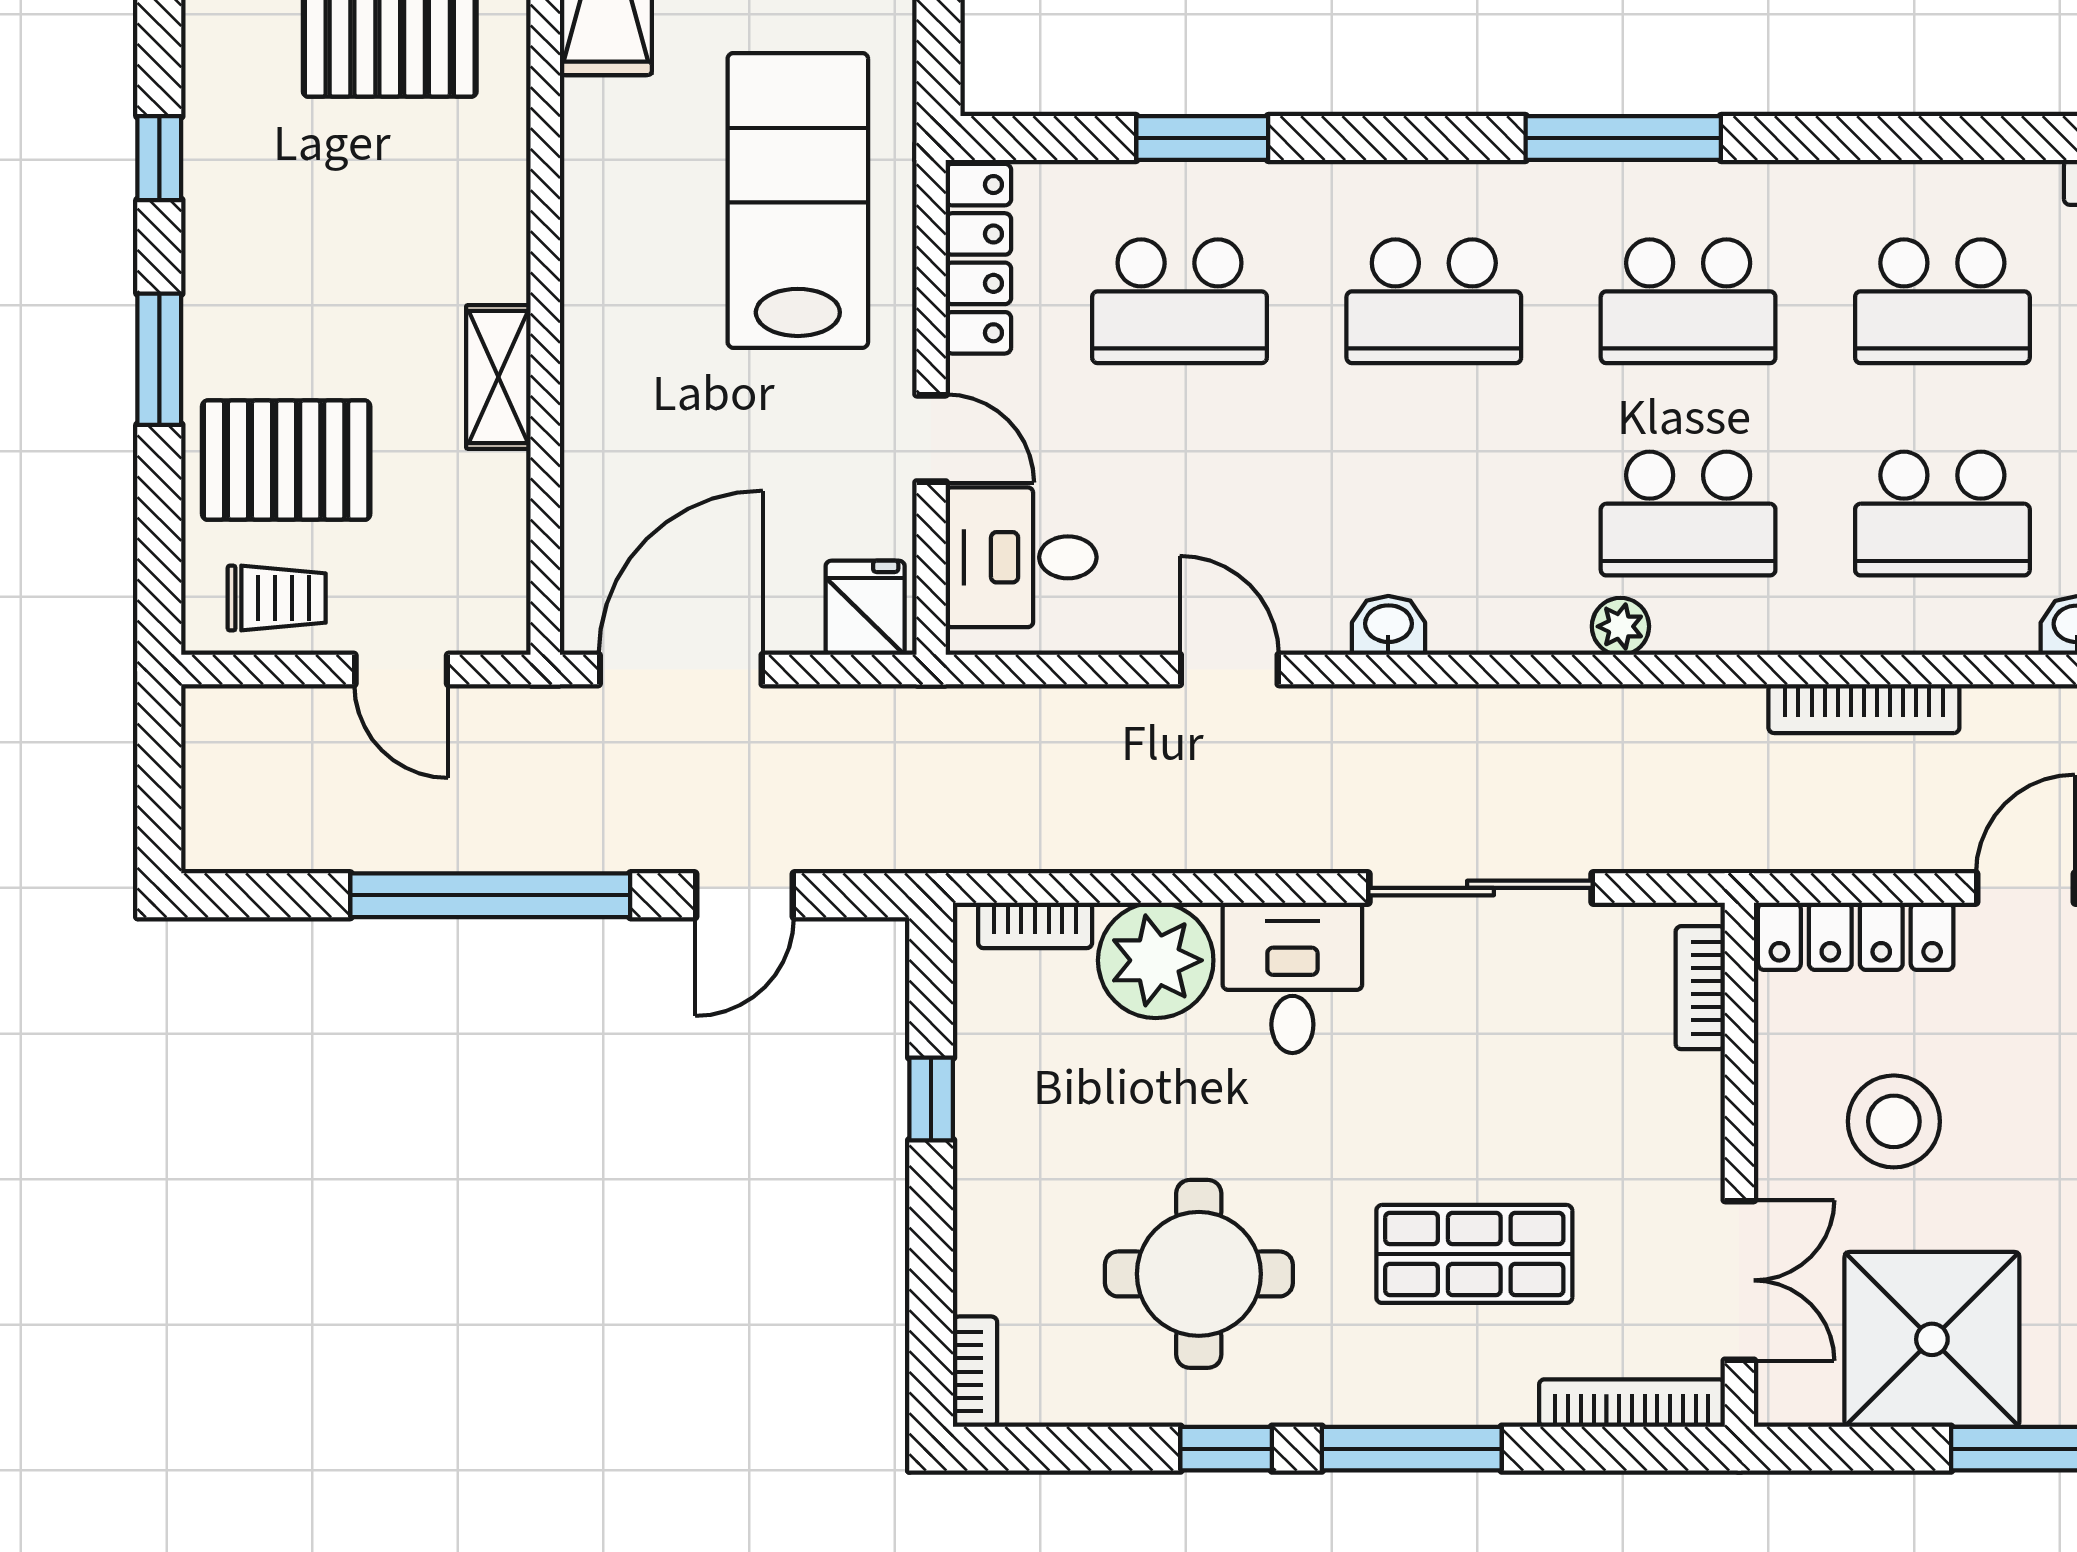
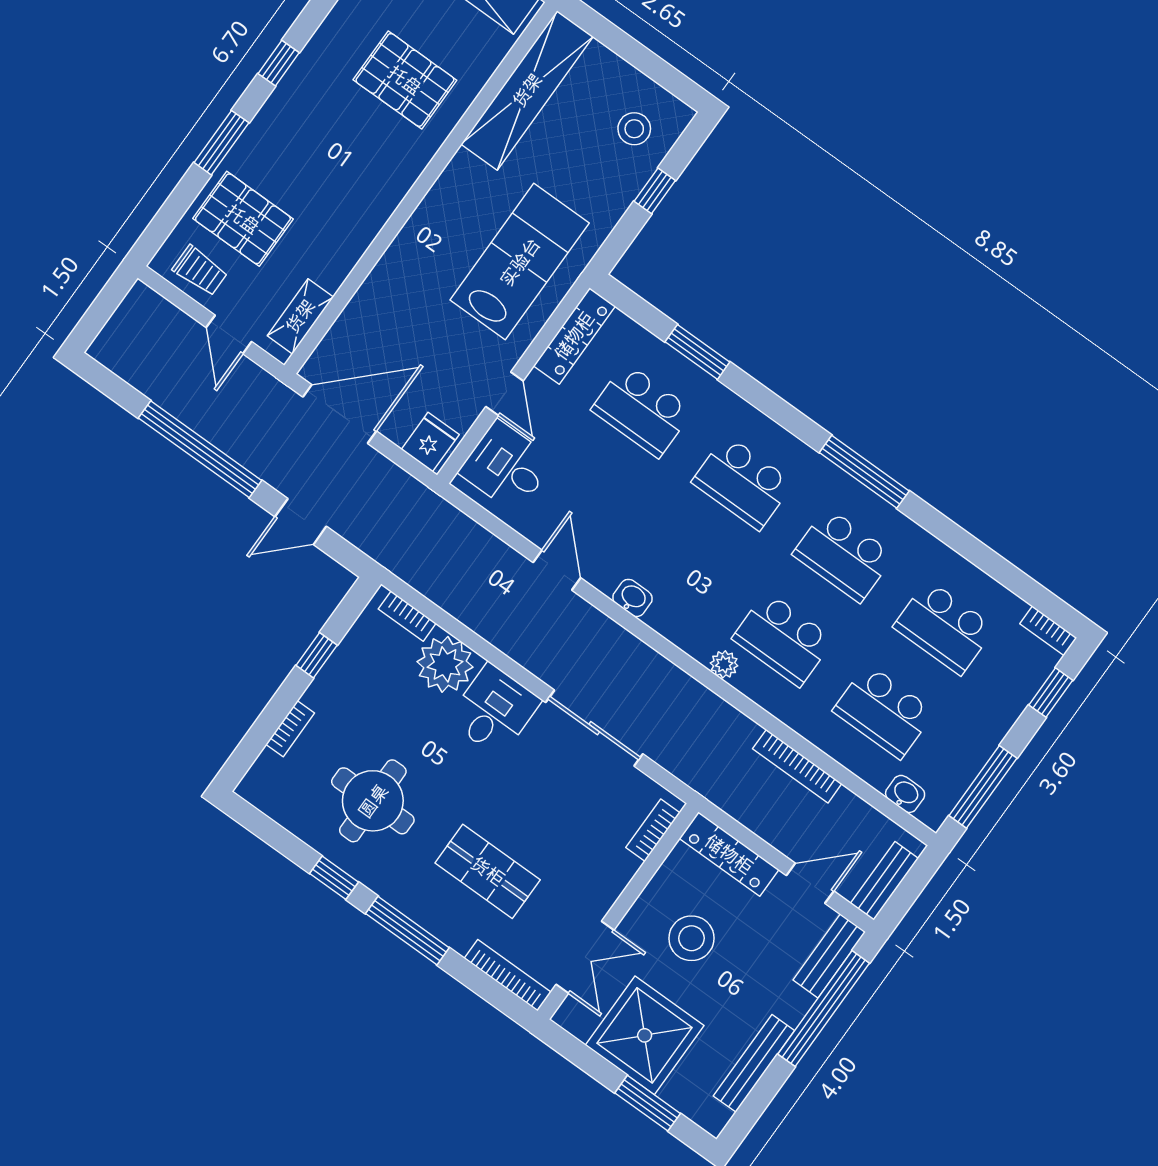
shelving: (498, 377) -> (300, 316), moved
bookcase: (975, 1372) -> (290, 729), moved

